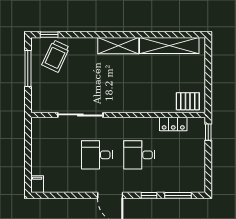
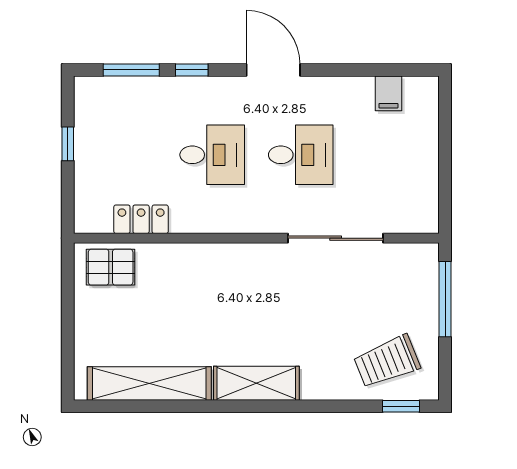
trolley: (56, 56) -> (387, 361), turned -137
window: (28, 68) -> (445, 299), moved
window: (208, 132) -> (68, 144), moved
filing cabinet: (37, 184) -> (388, 93), moved

